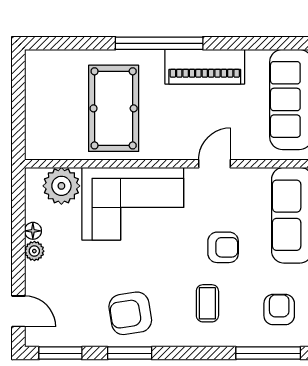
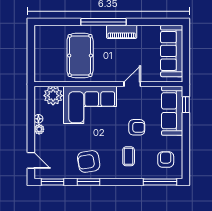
piano: (205, 67) -> (122, 32), width x0.73, depth x0.75

